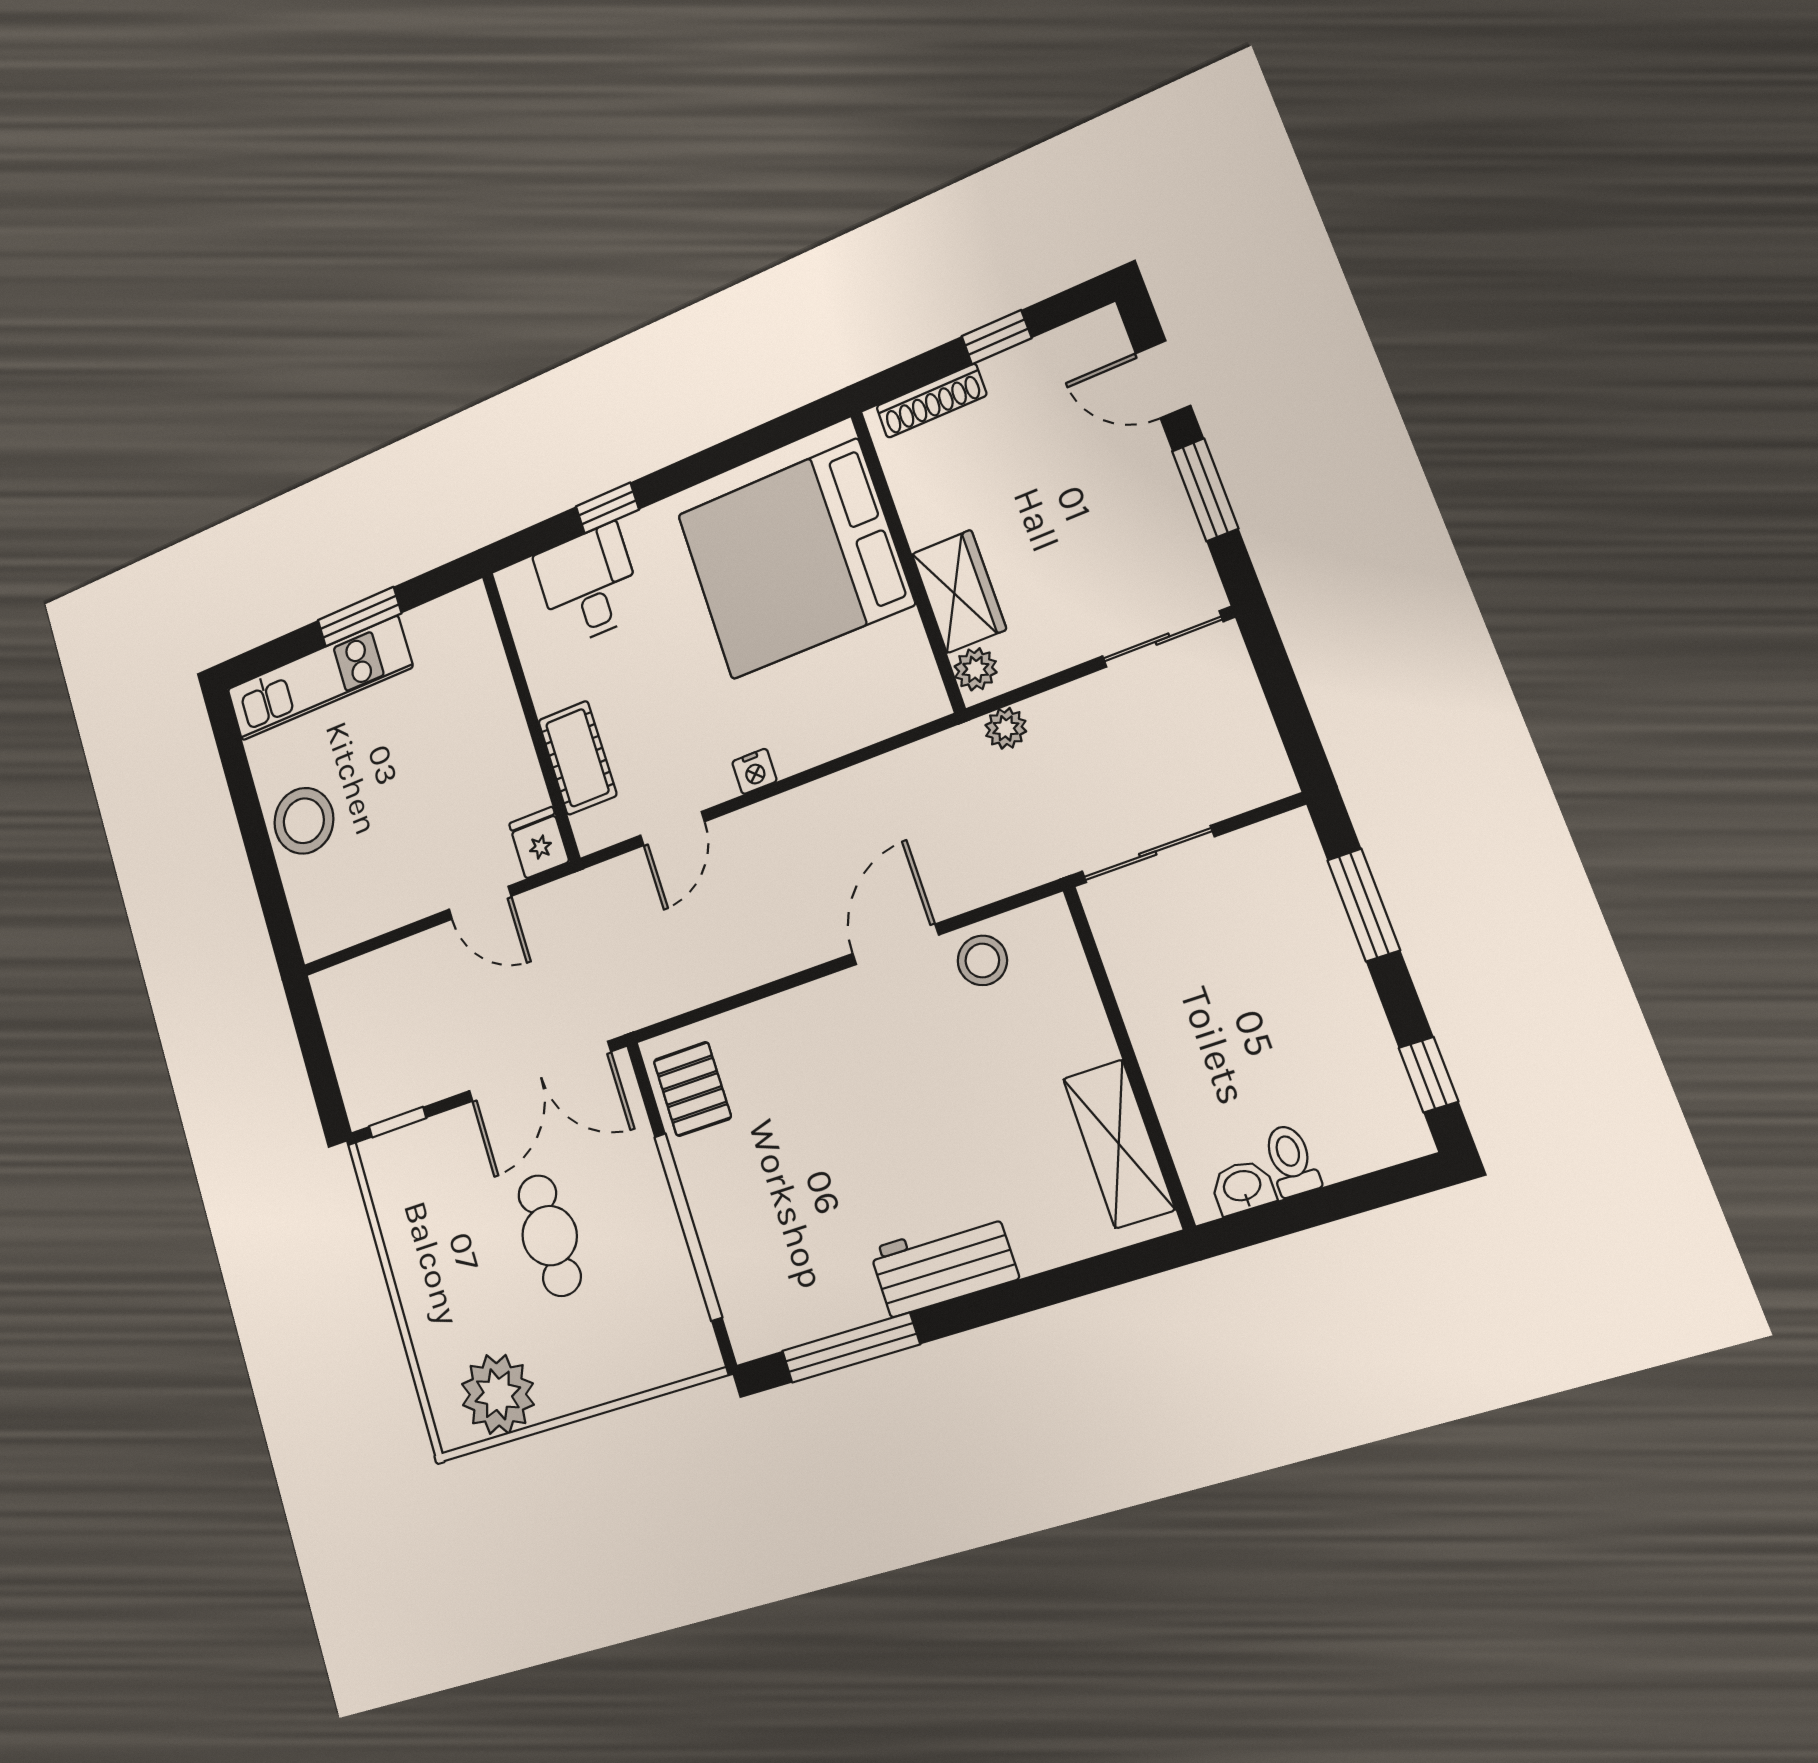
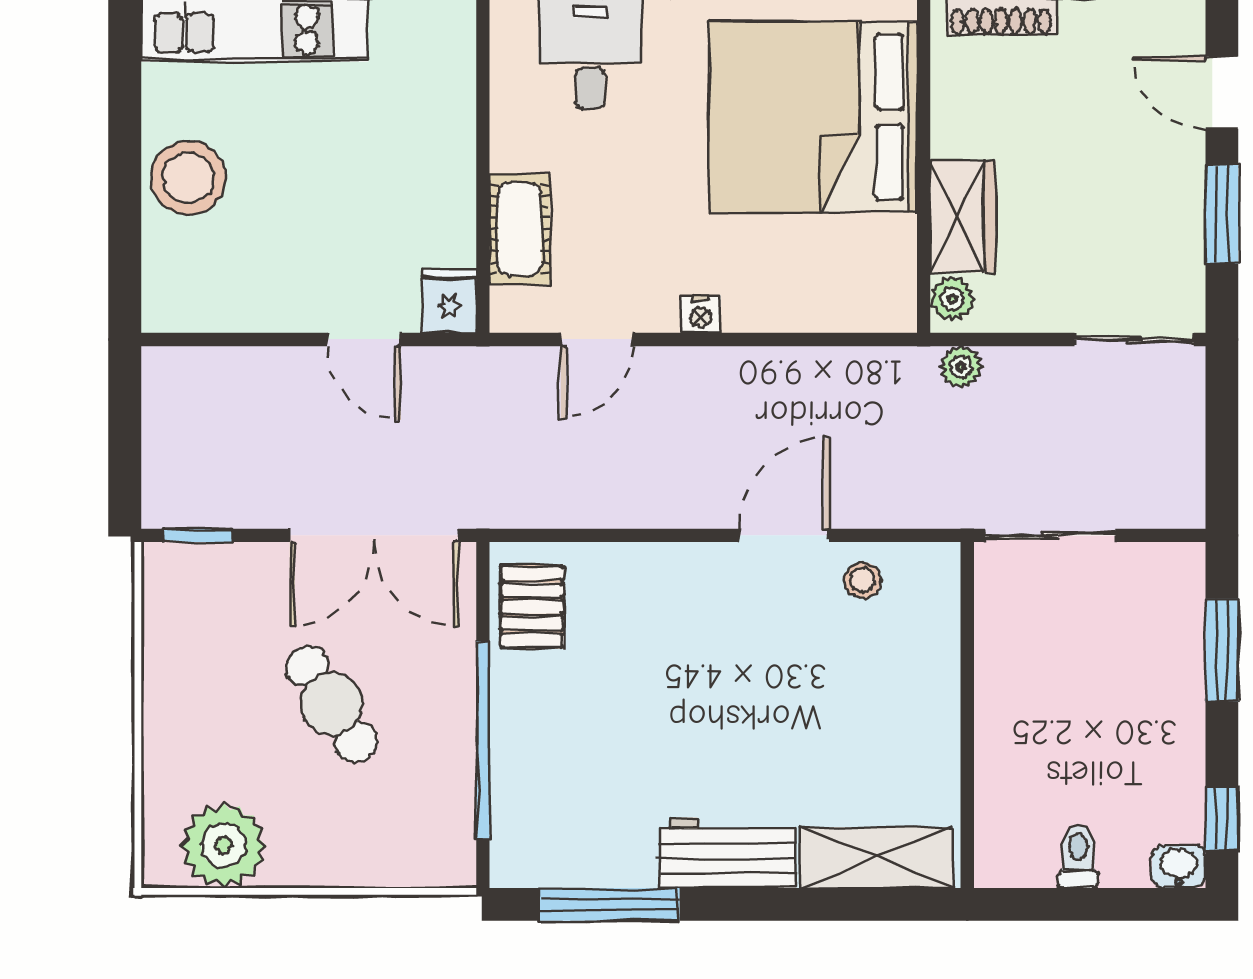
stool: (982, 960) -> (862, 580), width x0.73, depth x0.73
shelving: (1119, 1144) -> (876, 858), moved, turned 90
washbasin: (1243, 1187) -> (1179, 866), moved
cafe table: (550, 1236) -> (332, 704), turned -33

